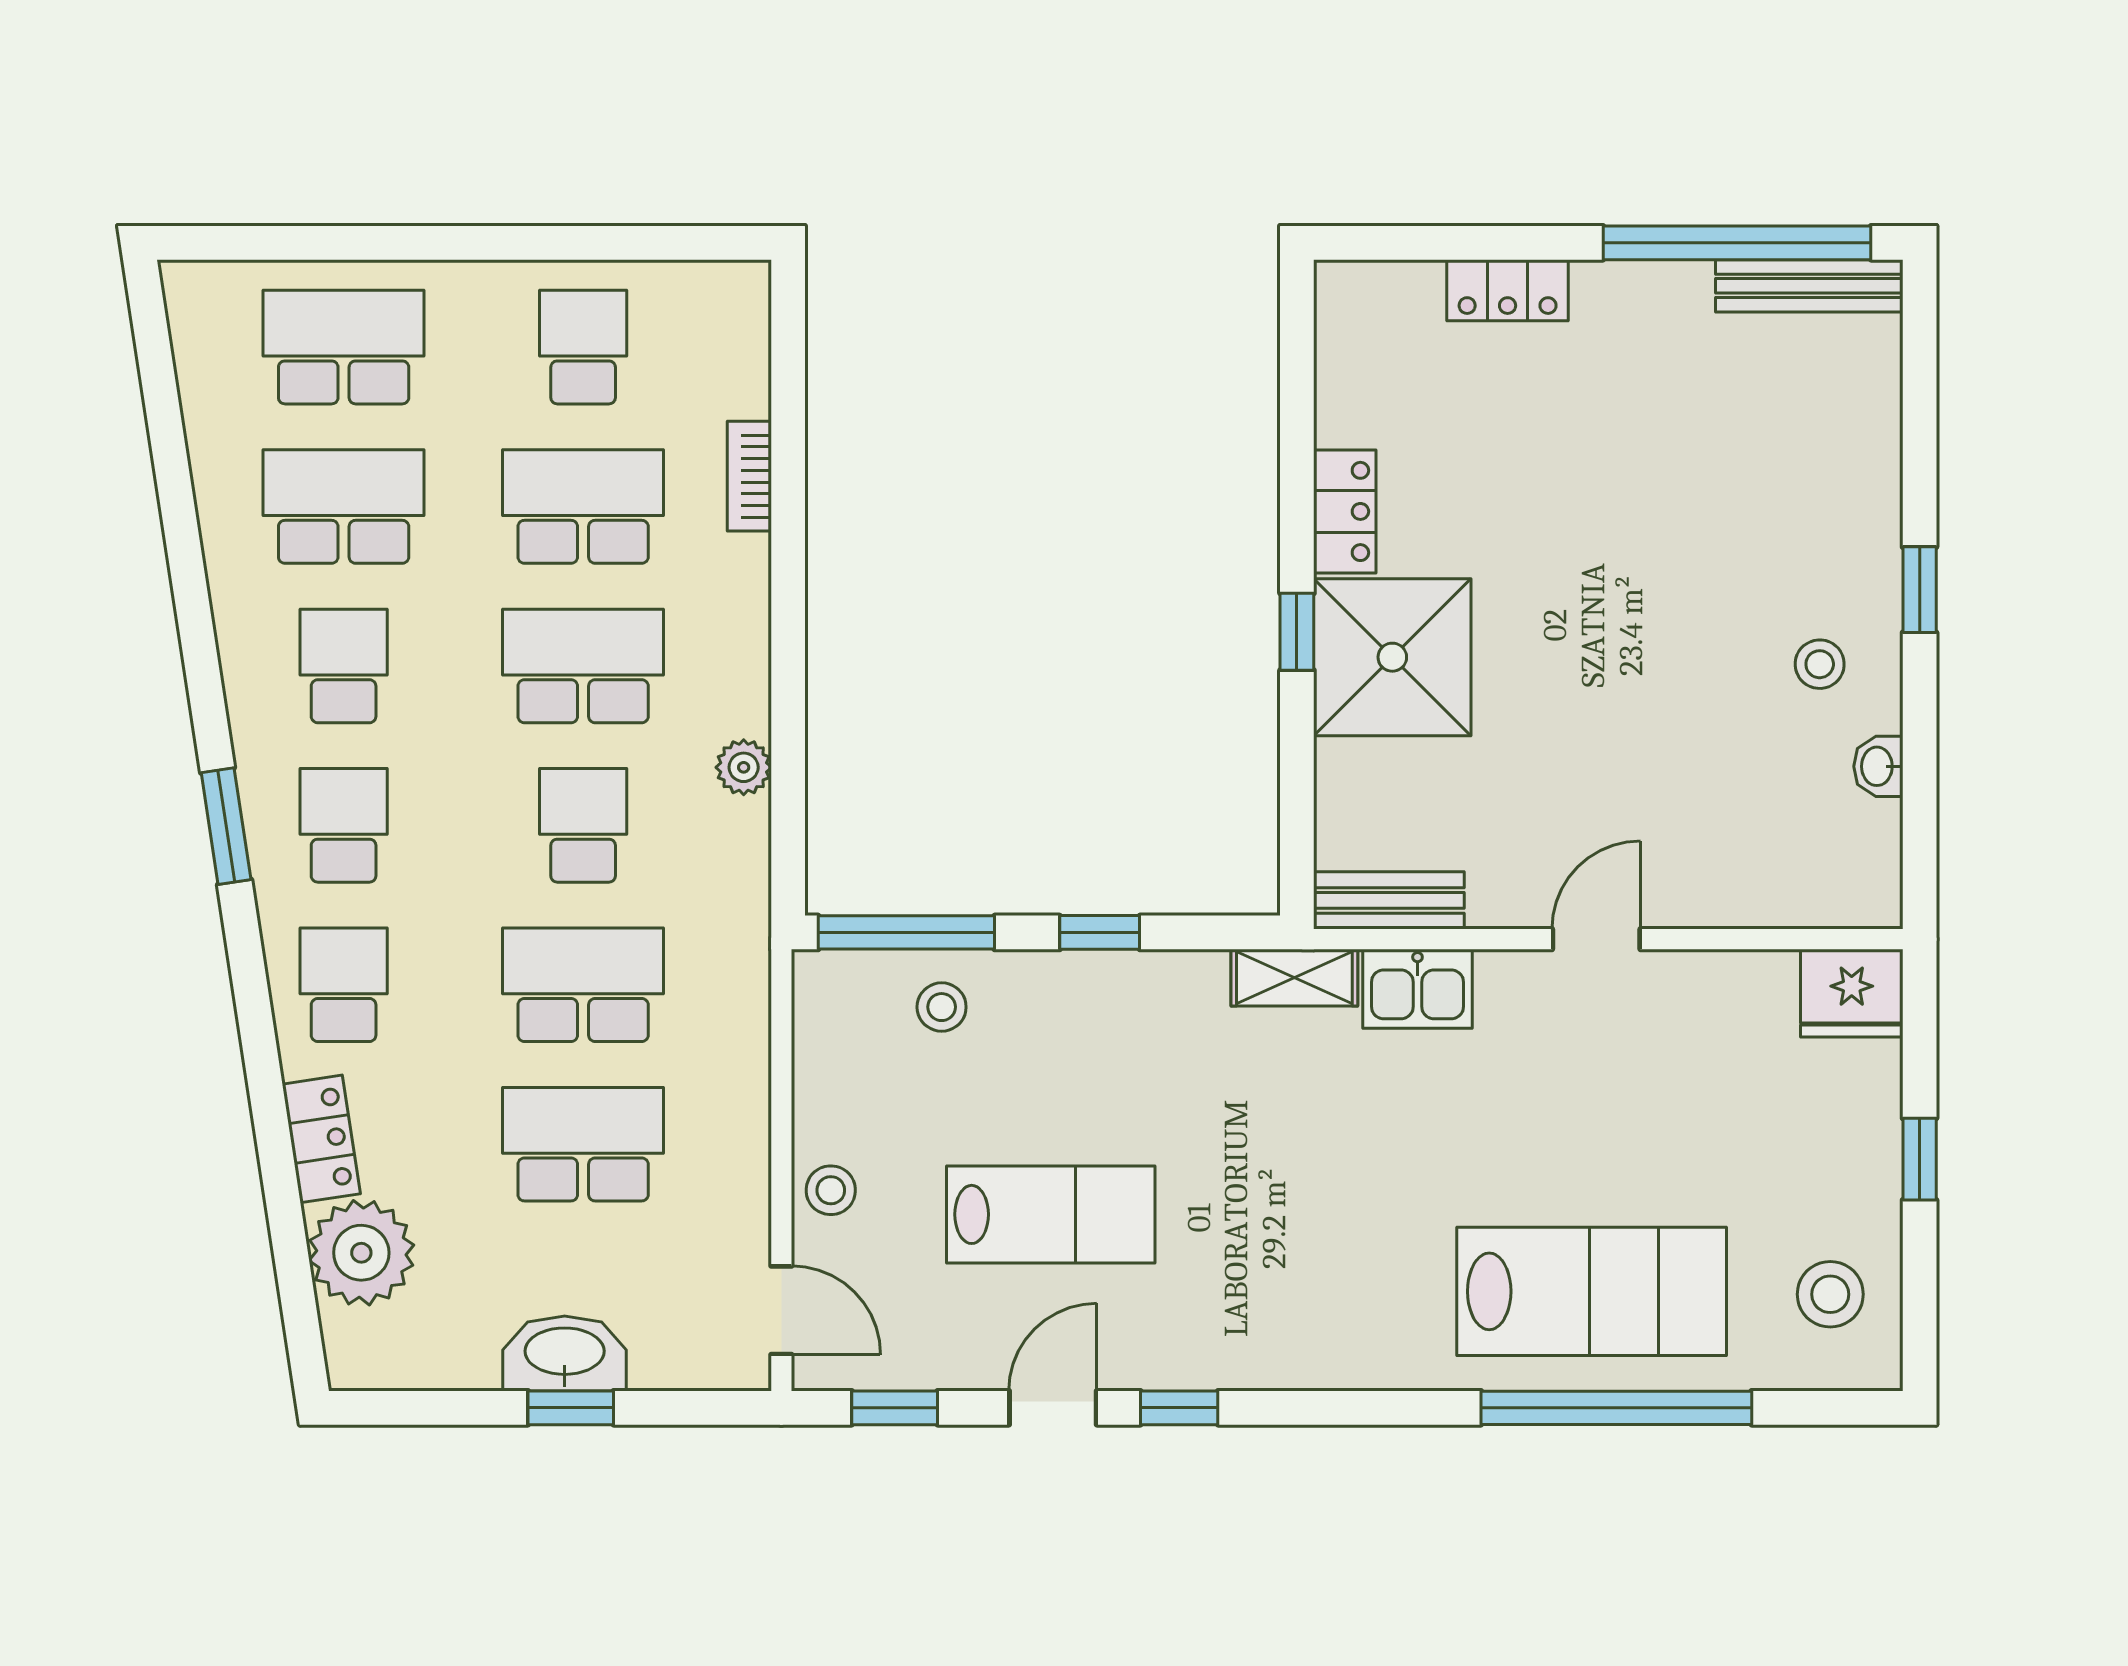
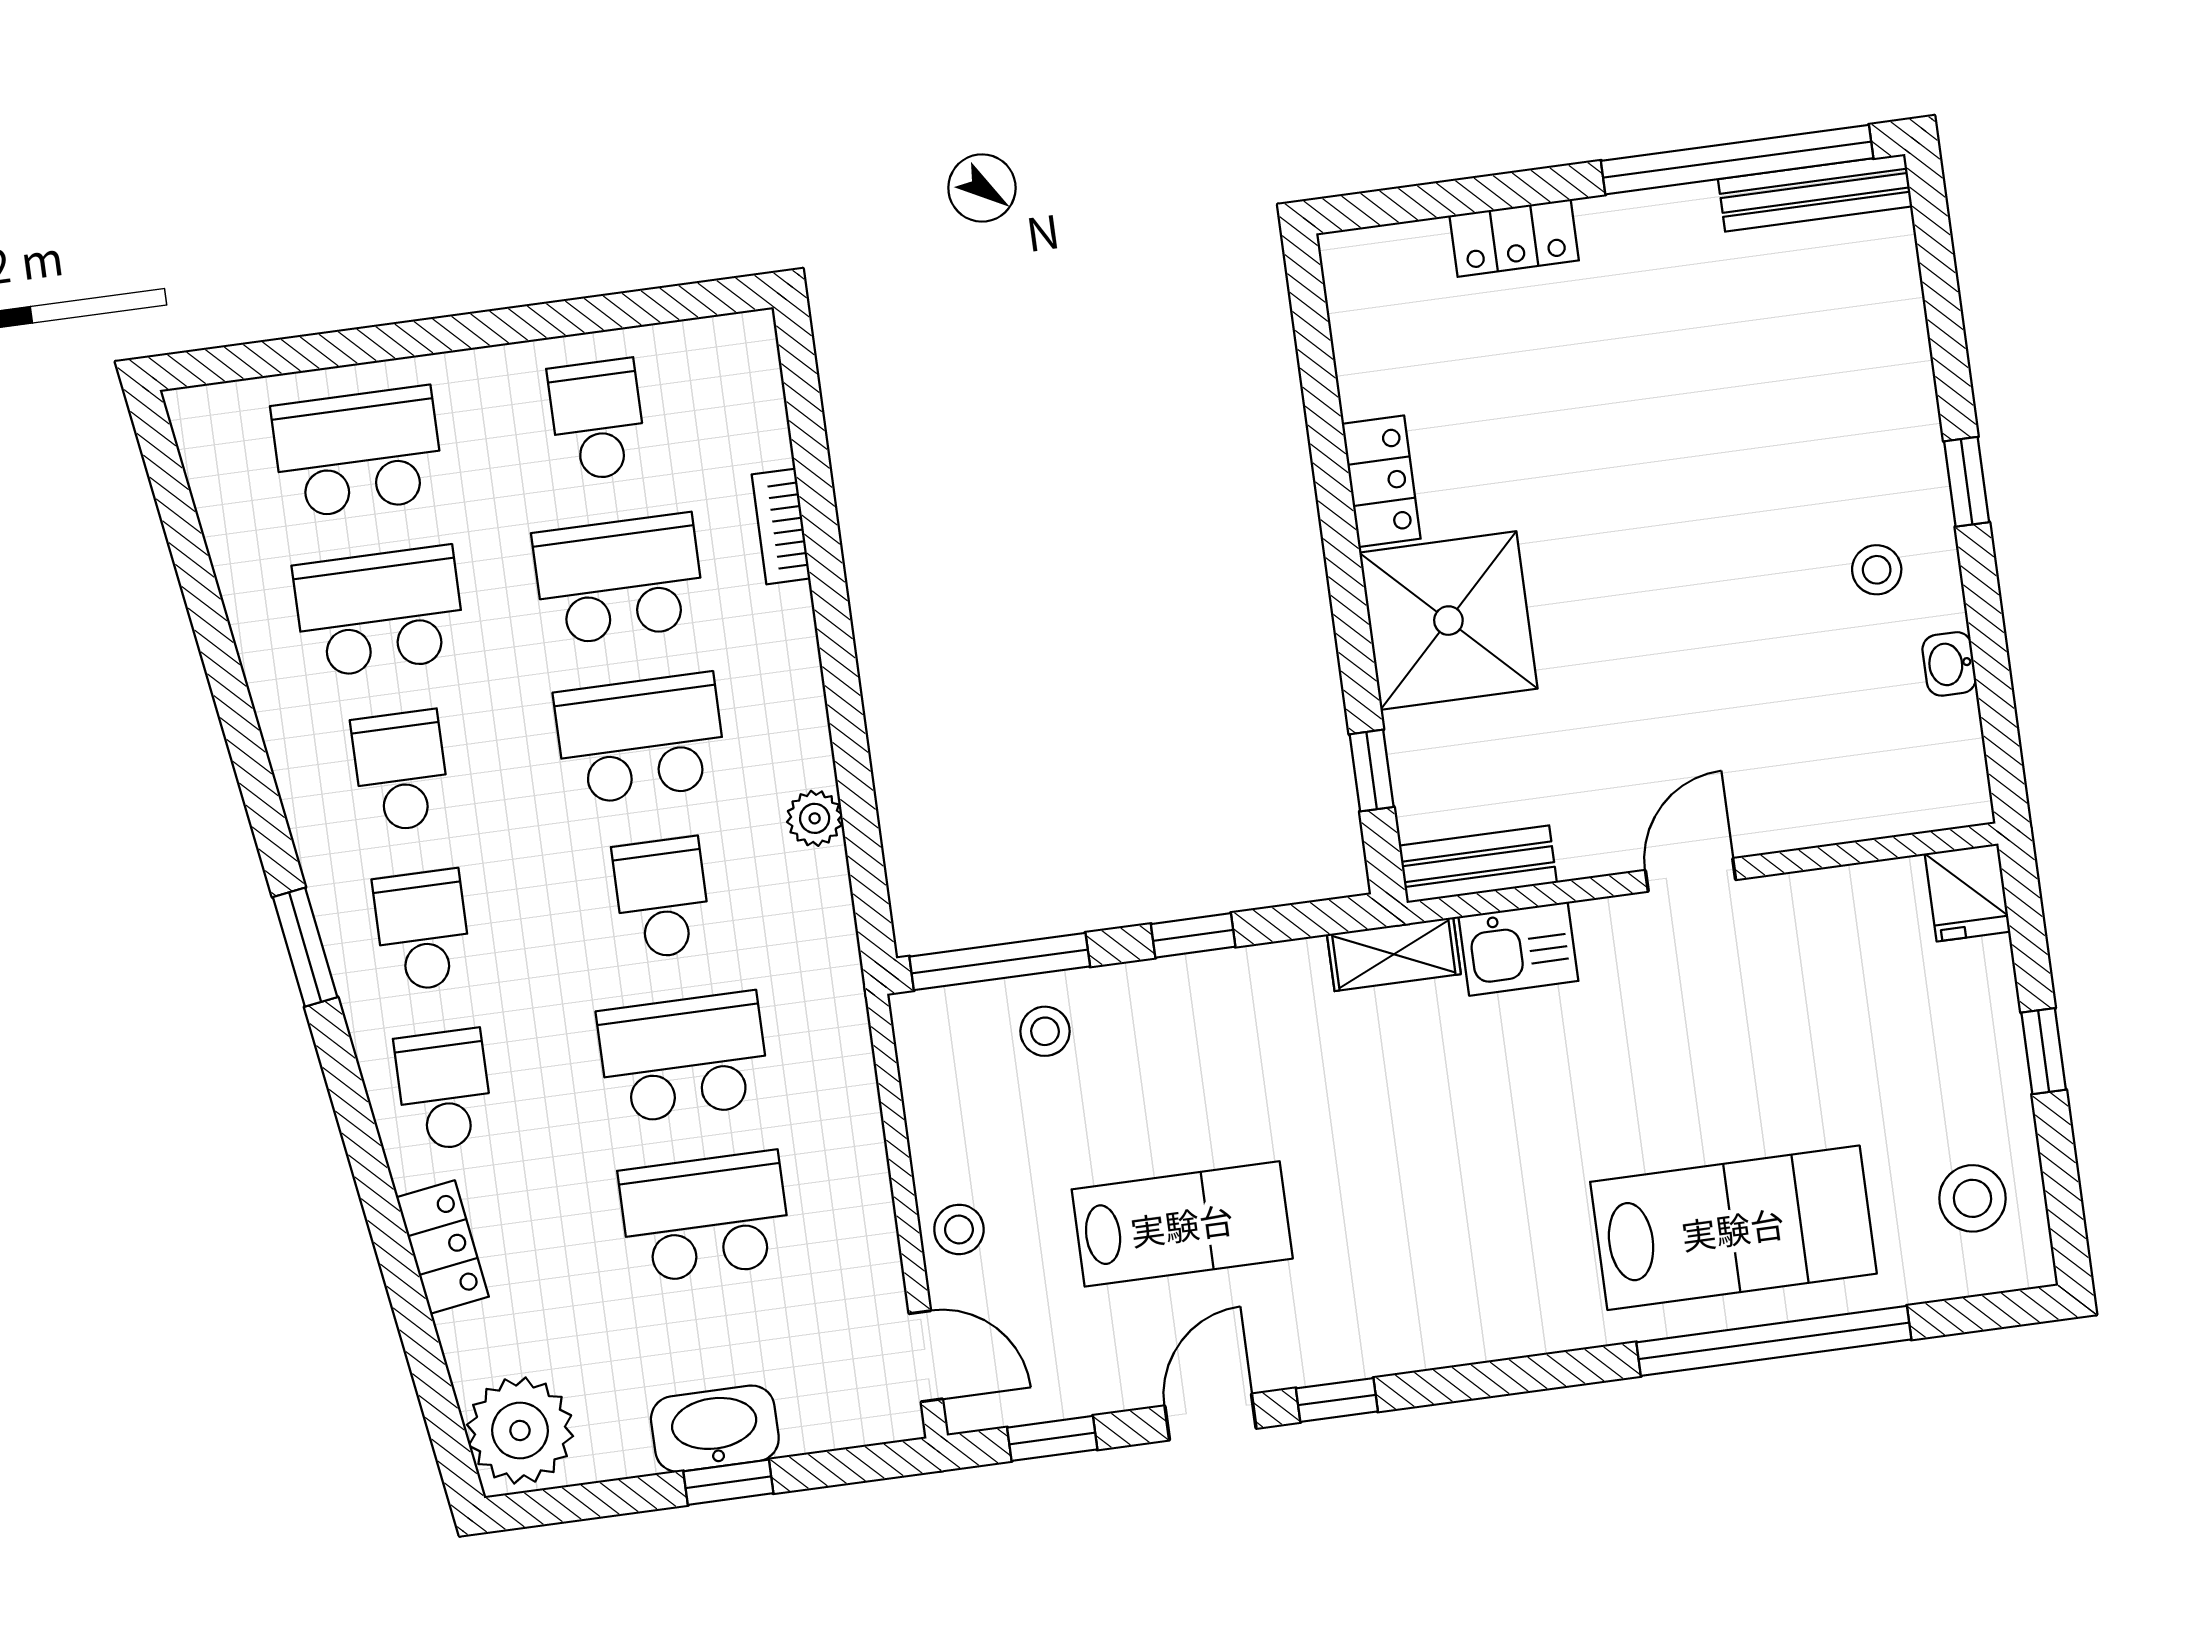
window: (1297, 632) -> (1372, 771), moved
fridge: (1852, 993) -> (1967, 893), width x0.72
plant: (361, 1253) -> (520, 1430), moved

